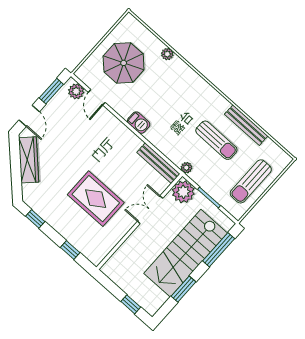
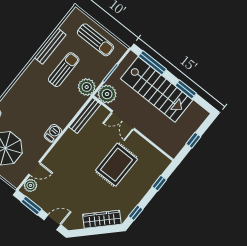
wardrobe: (29, 160) -> (102, 219), moved
plant: (186, 168) -> (87, 87), width x1.88, depth x1.88
window: (131, 304) -> (193, 140), moved

